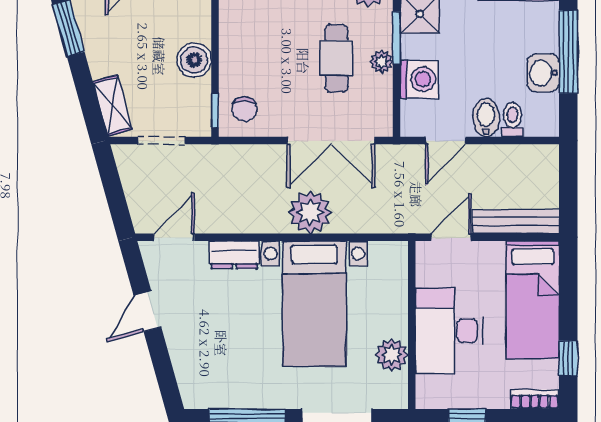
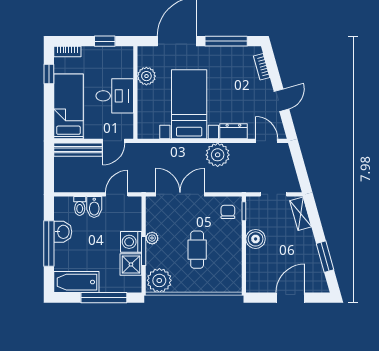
cafe table: (336, 58) -> (197, 250), moved
washing machine: (419, 79) -> (131, 242), moved
plant: (310, 212) -> (218, 155), moved
door: (174, 237) -> (267, 141), swing flipped
desk: (449, 331) -> (115, 96), width x0.73
bookcase: (183, 372) -> (262, 67), added

